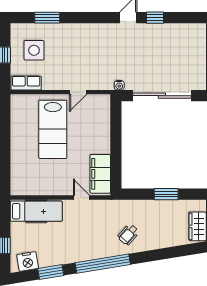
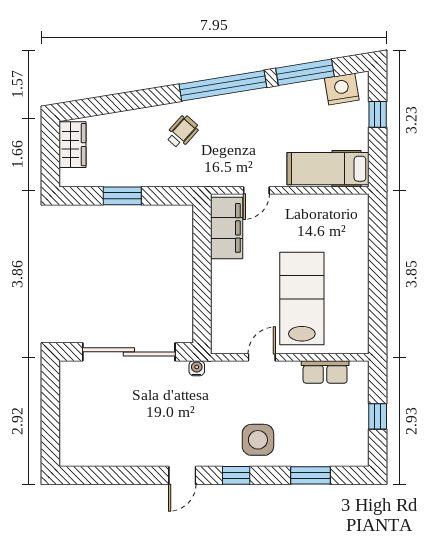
window: (155, 18) -> (236, 475), moved
side table: (34, 50) -> (258, 440), moved
row of seats: (26, 83) -> (325, 372), moved
door: (81, 198) -> (256, 190), hinge flipped
window: (51, 272) -> (305, 72), width x1.44

